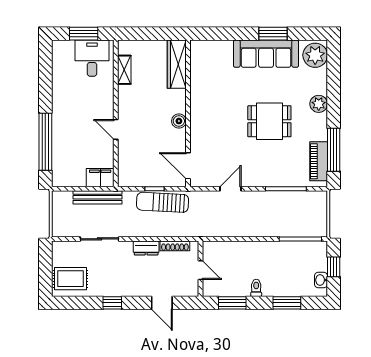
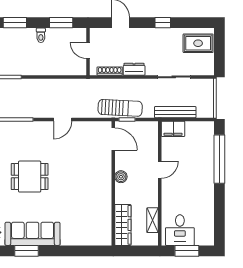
wardrobe: (177, 64) -> (123, 225), moved
wall: (188, 113) -> (113, 183), moved
boiler: (179, 121) -> (121, 177), moved
door: (116, 129) -> (160, 170), hinge flipped
door: (188, 166) -> (113, 139), moved

